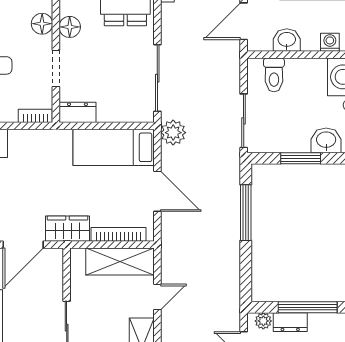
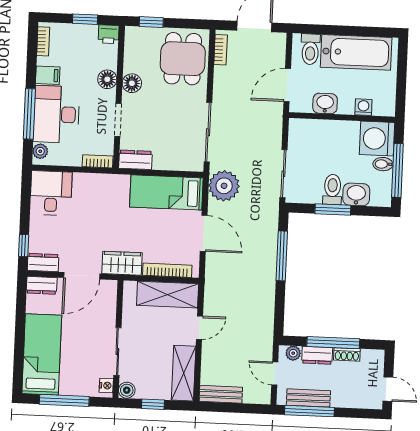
toilet: (274, 75) -> (332, 189), moved, turned 180
plant: (173, 133) -> (224, 186), width x1.36, depth x1.36
shoe rack: (323, 320) -> (347, 354), added

